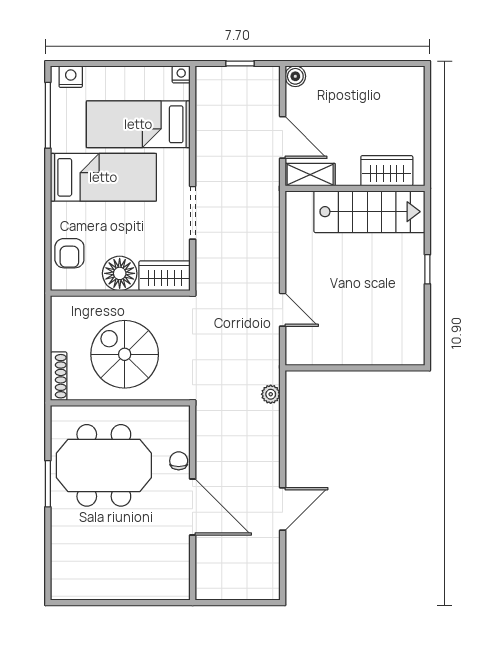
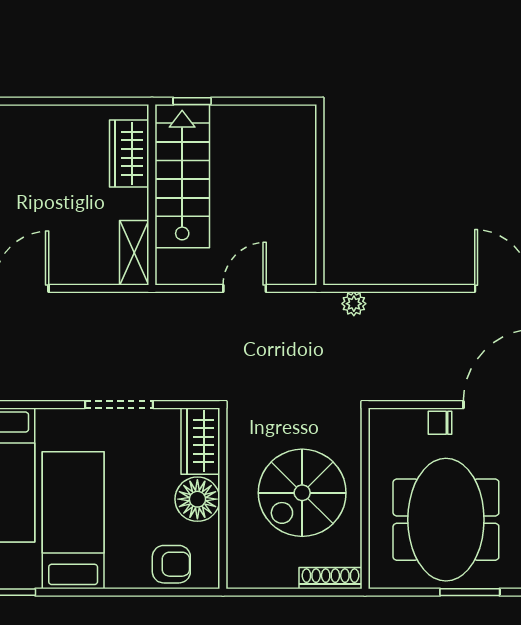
wardrobe: (387, 171) -> (129, 153), moved
shelving: (310, 175) -> (134, 253), moved
wall: (355, 188) -> (152, 195), moved
stairs: (369, 212) -> (182, 176), moved

